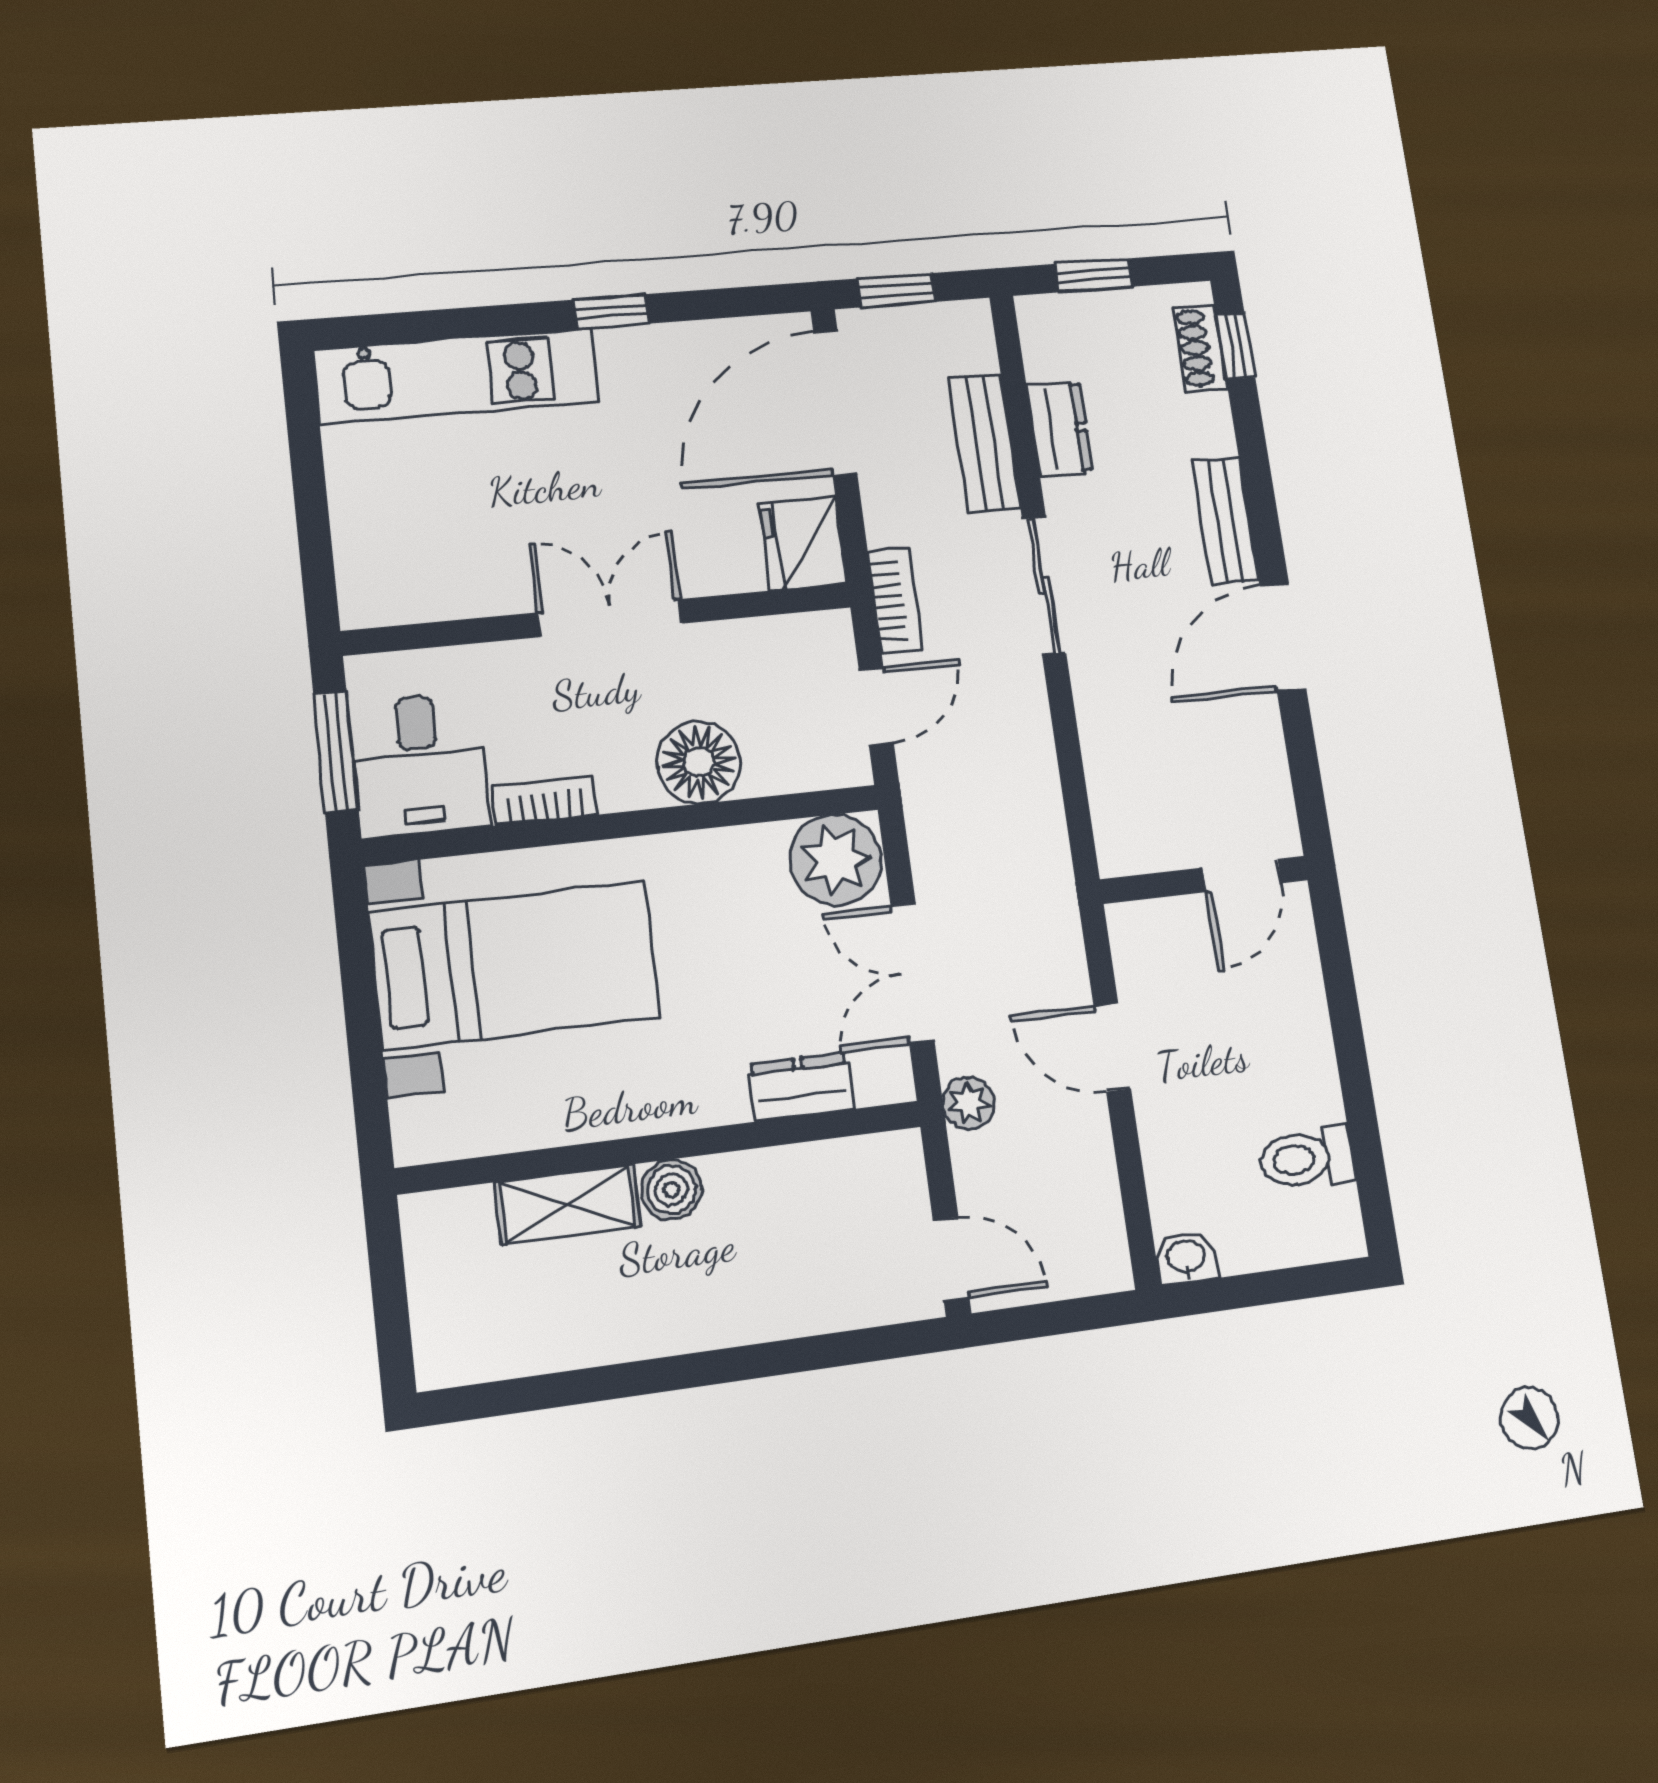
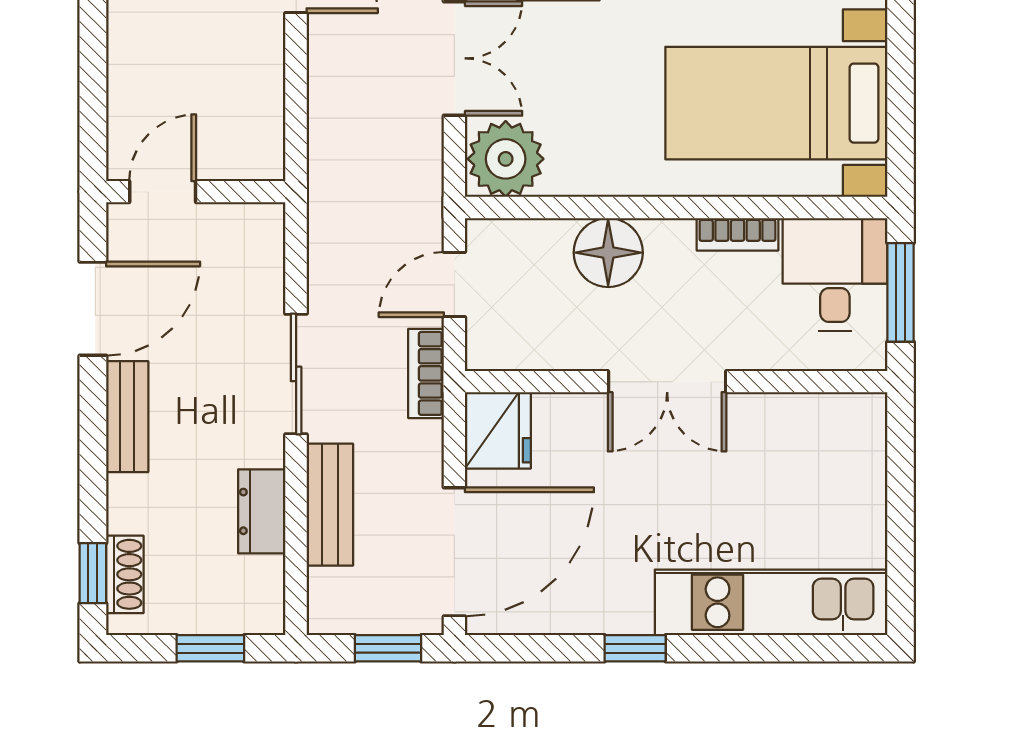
door: (1242, 875) -> (163, 192), moved
wall: (1204, 880) -> (196, 192), moved

